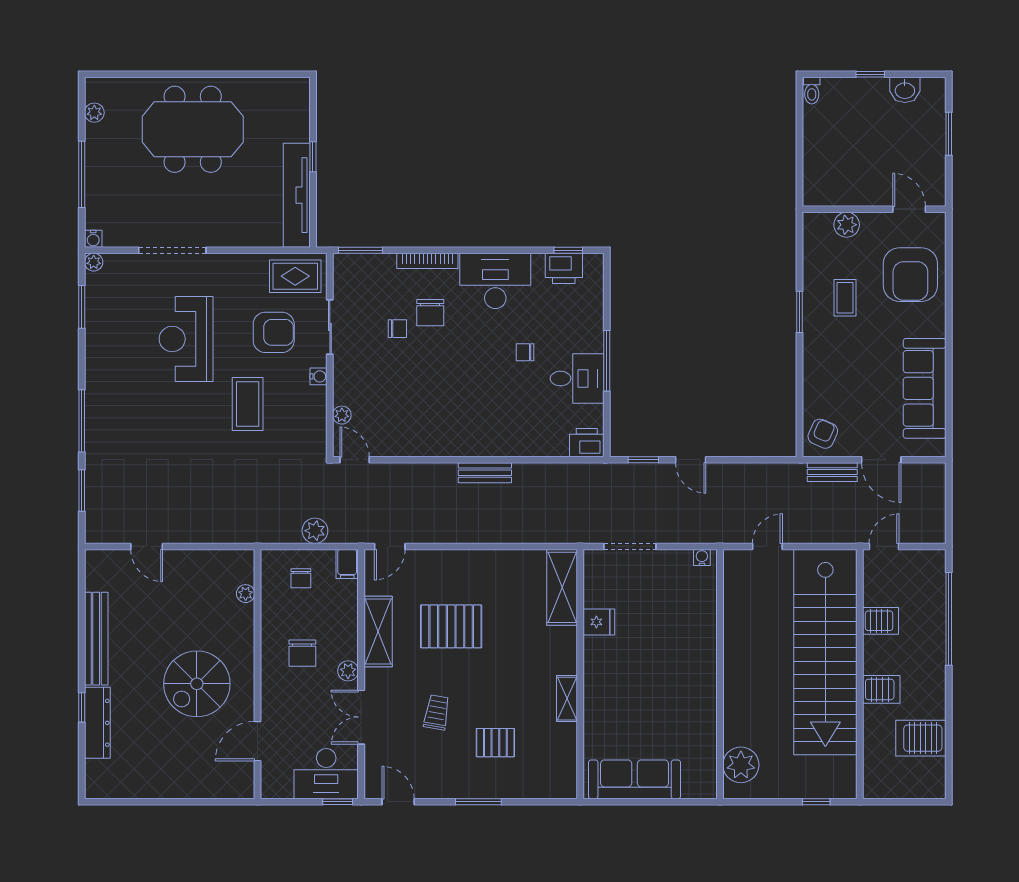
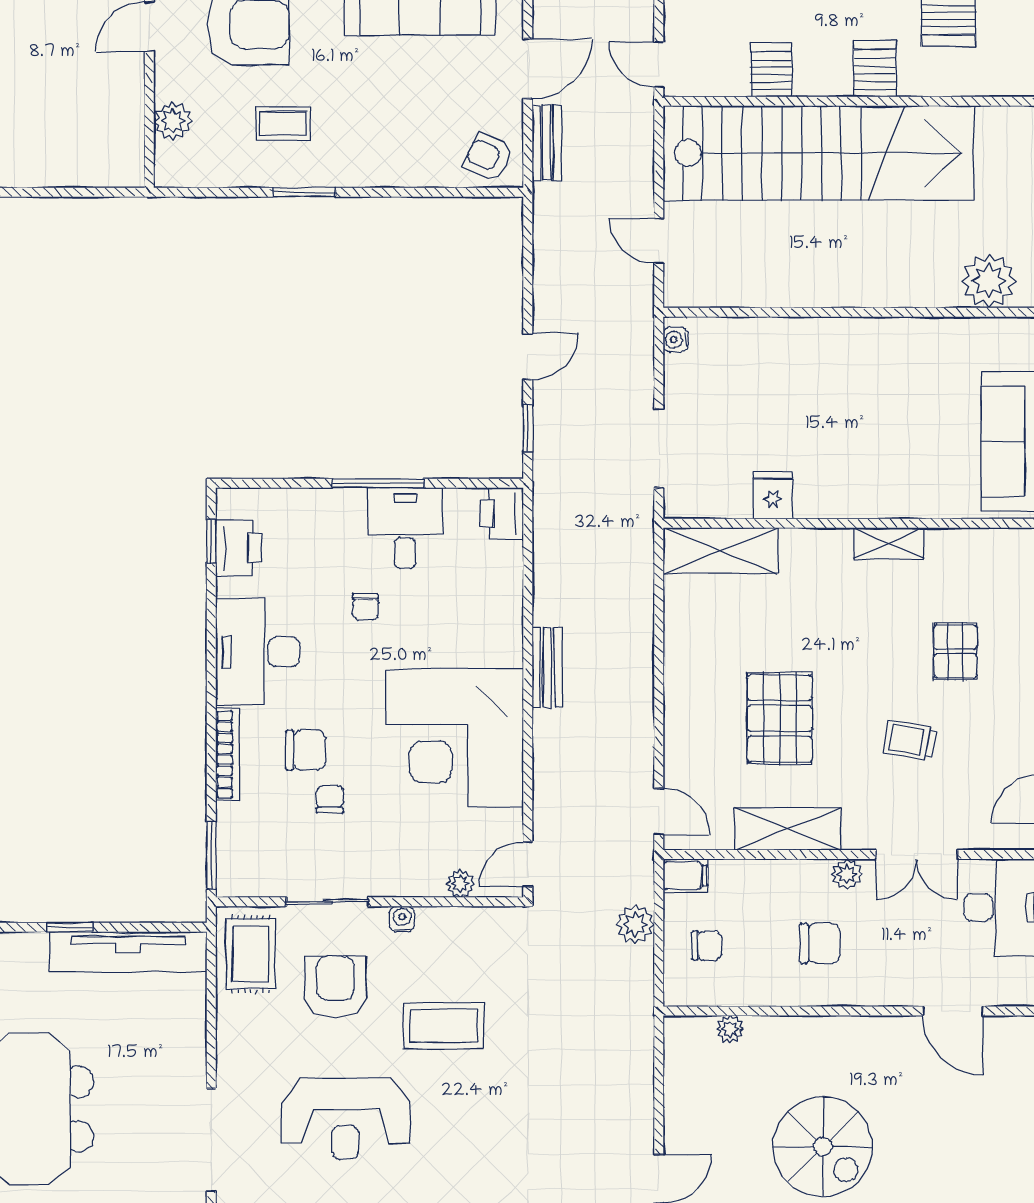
corner desk: (438, 411) -> (454, 738), added
spiral stairs: (197, 684) -> (823, 1147), moved

